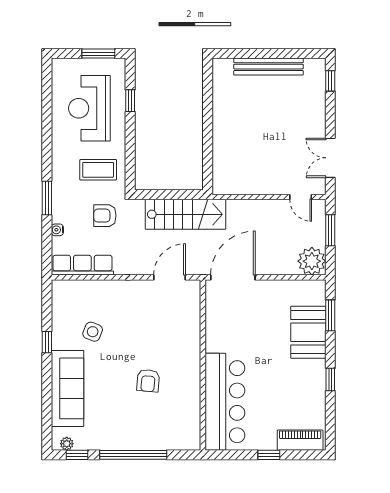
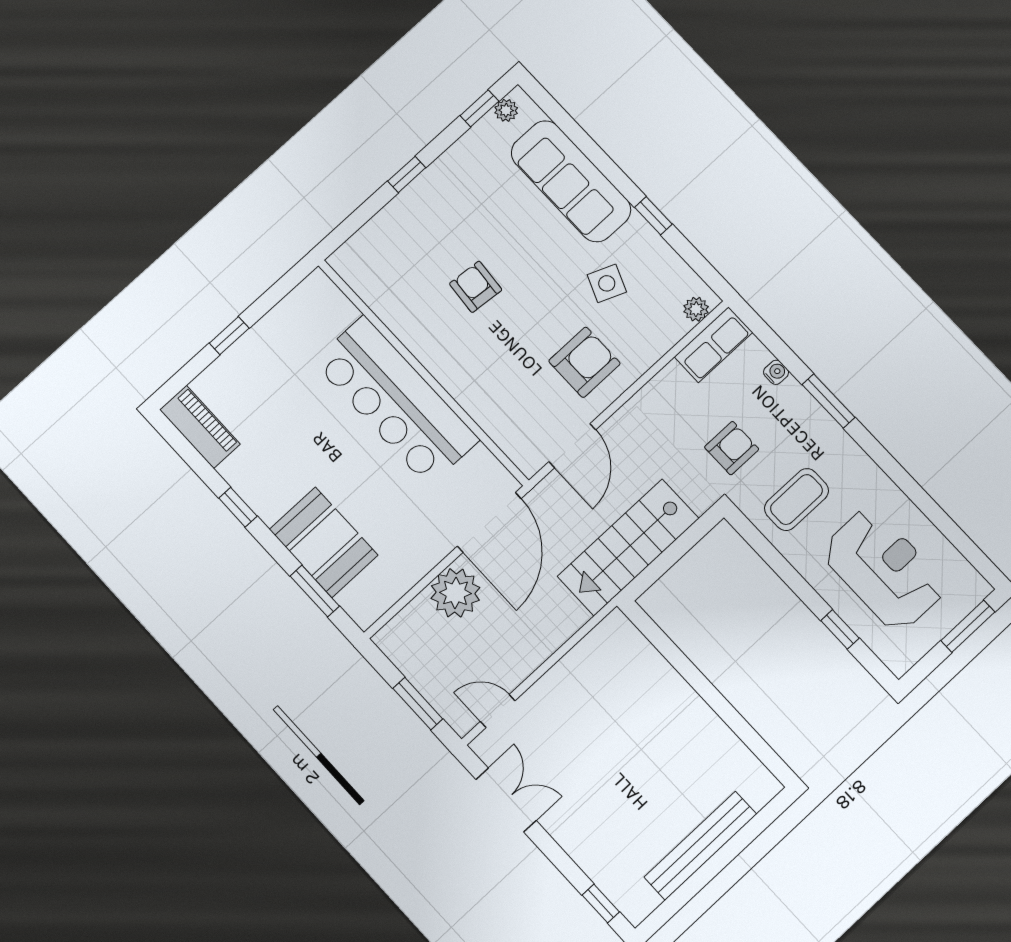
window: (98, 54) -> (968, 626), moved
plant: (312, 261) -> (455, 593), moved
row of seats: (82, 265) -> (713, 345), width x0.68
plant: (66, 287) -> (696, 309), added
armchair: (132, 307) -> (584, 362), added
bar counter: (225, 402) -> (396, 401), moved
piano: (300, 440) -> (200, 427), moved, turned -90
window: (133, 455) -> (407, 174), width x0.32

